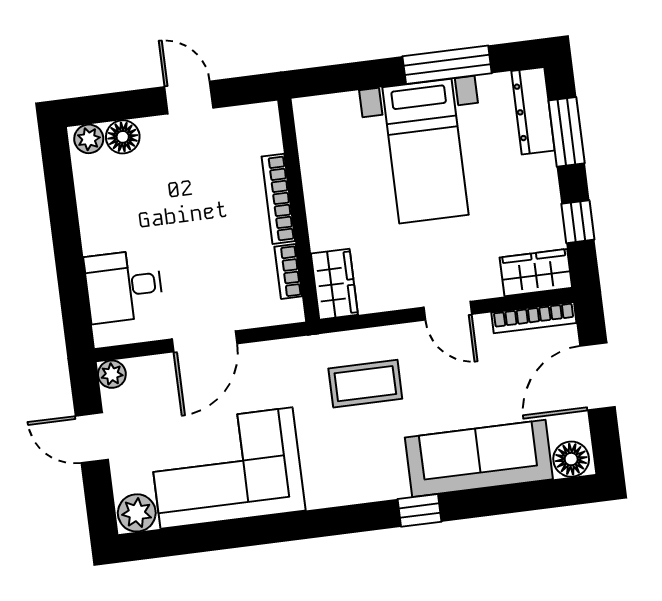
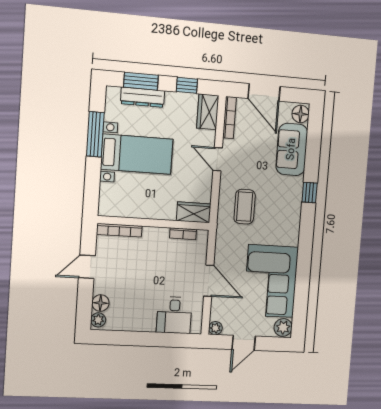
dresser: (533, 111) -> (143, 97), moved
bookcase: (278, 199) -> (119, 230), moved
door: (448, 311) -> (218, 159), swing flipped
sofa: (479, 458) -> (292, 149), width x0.73

